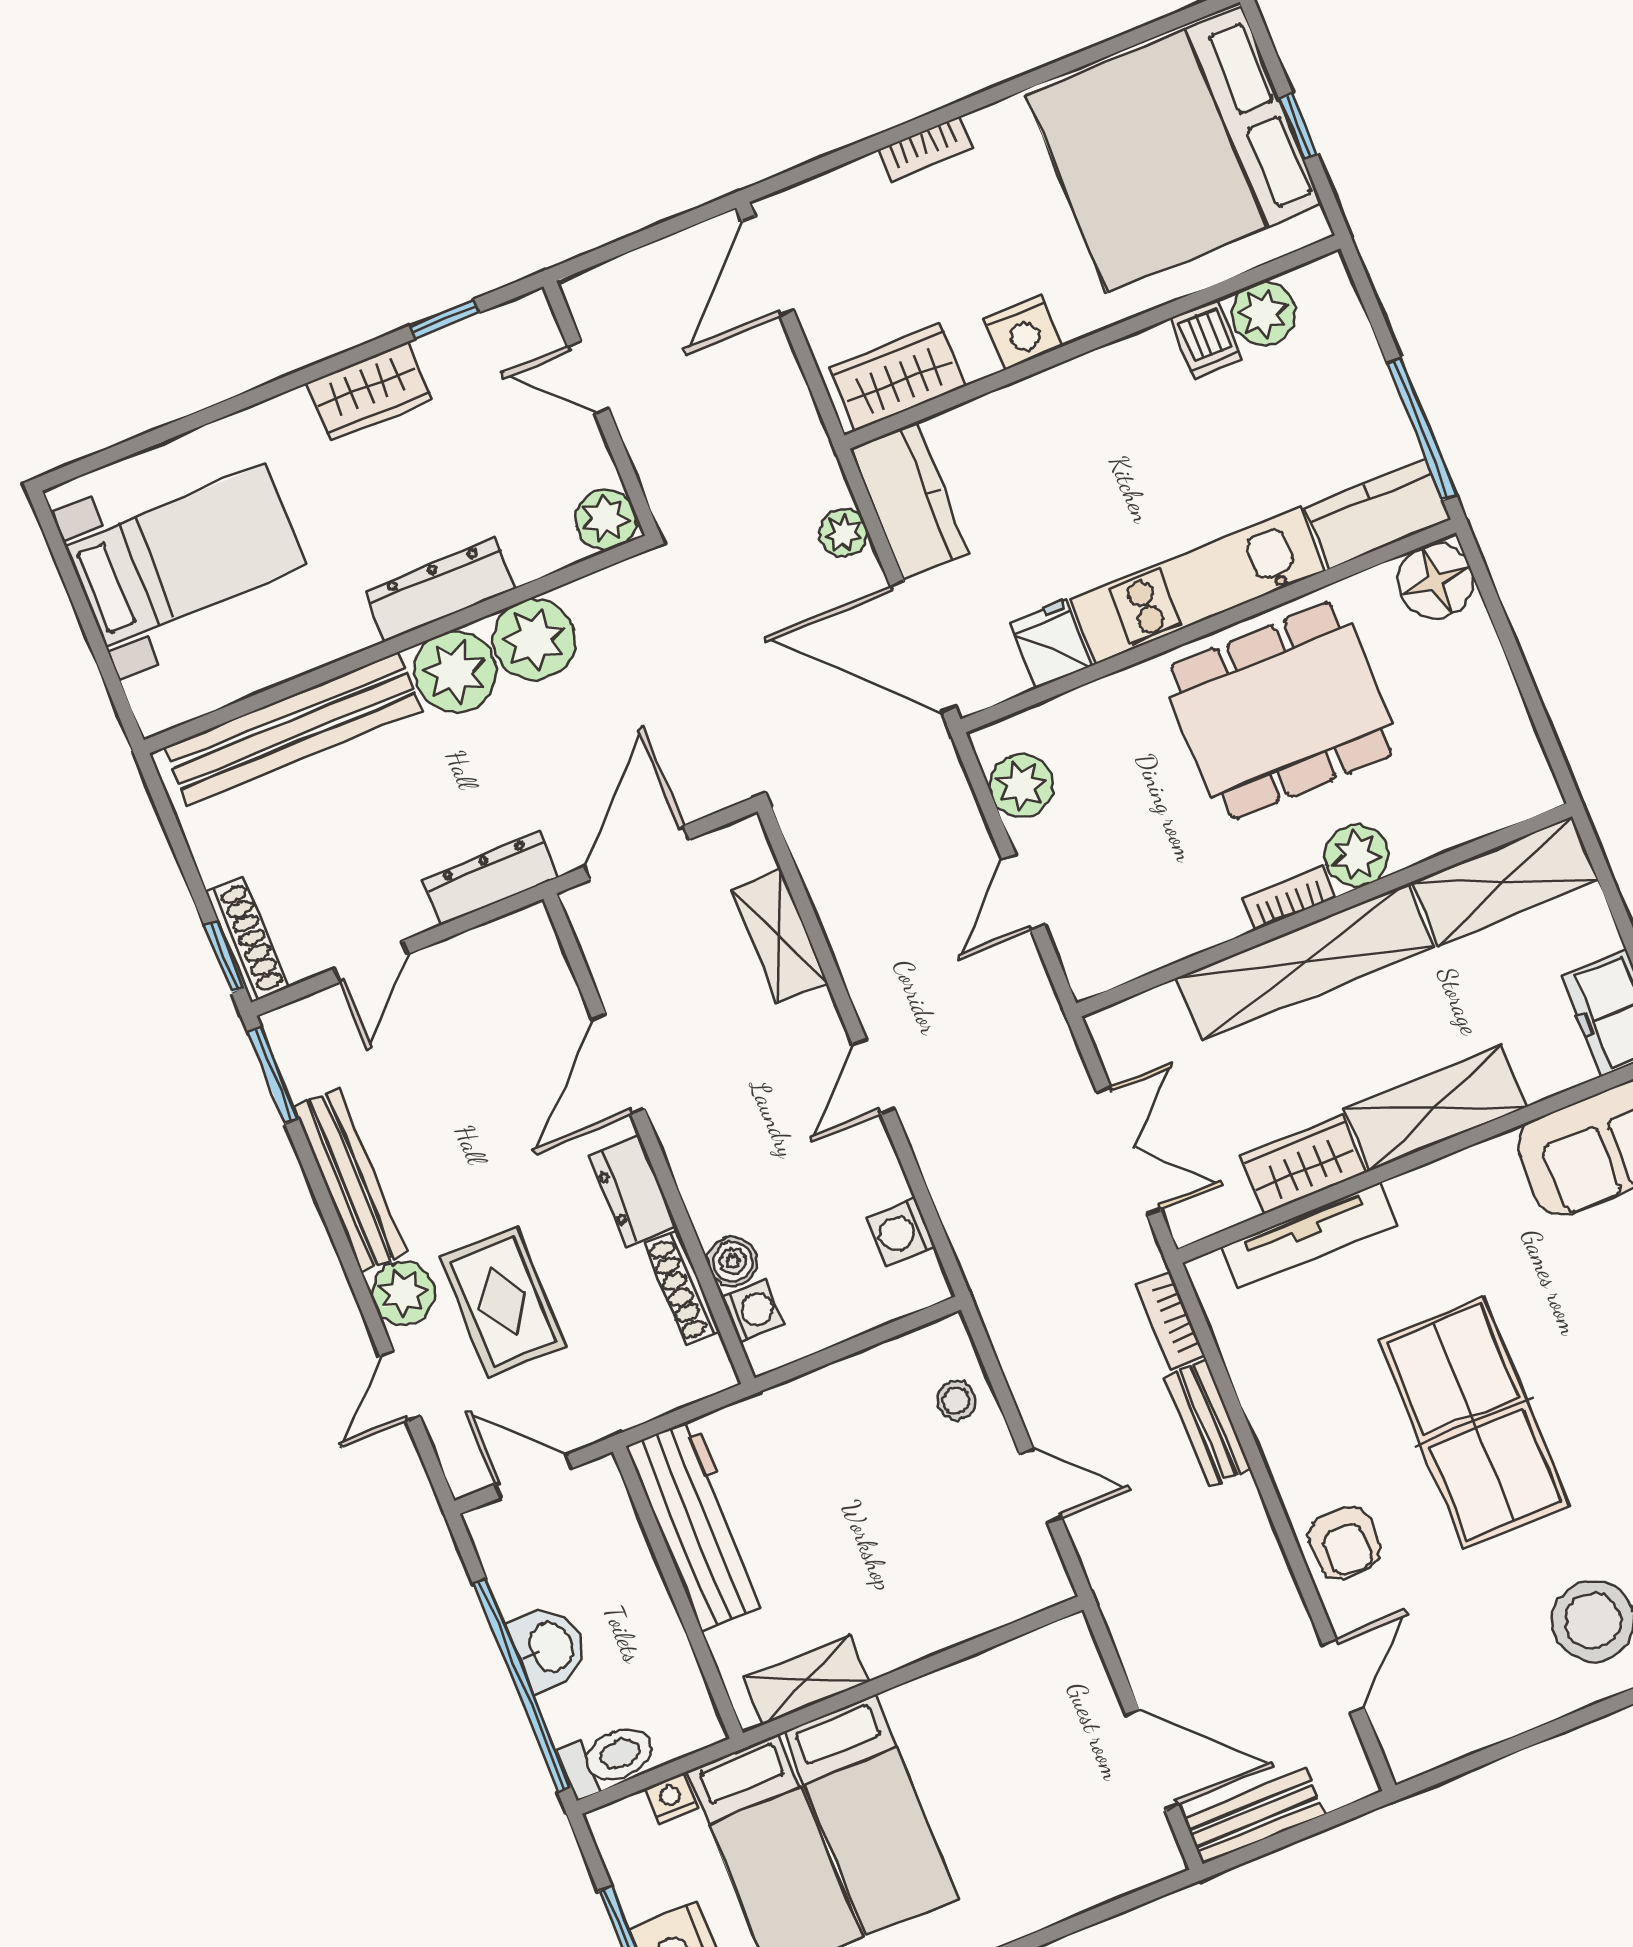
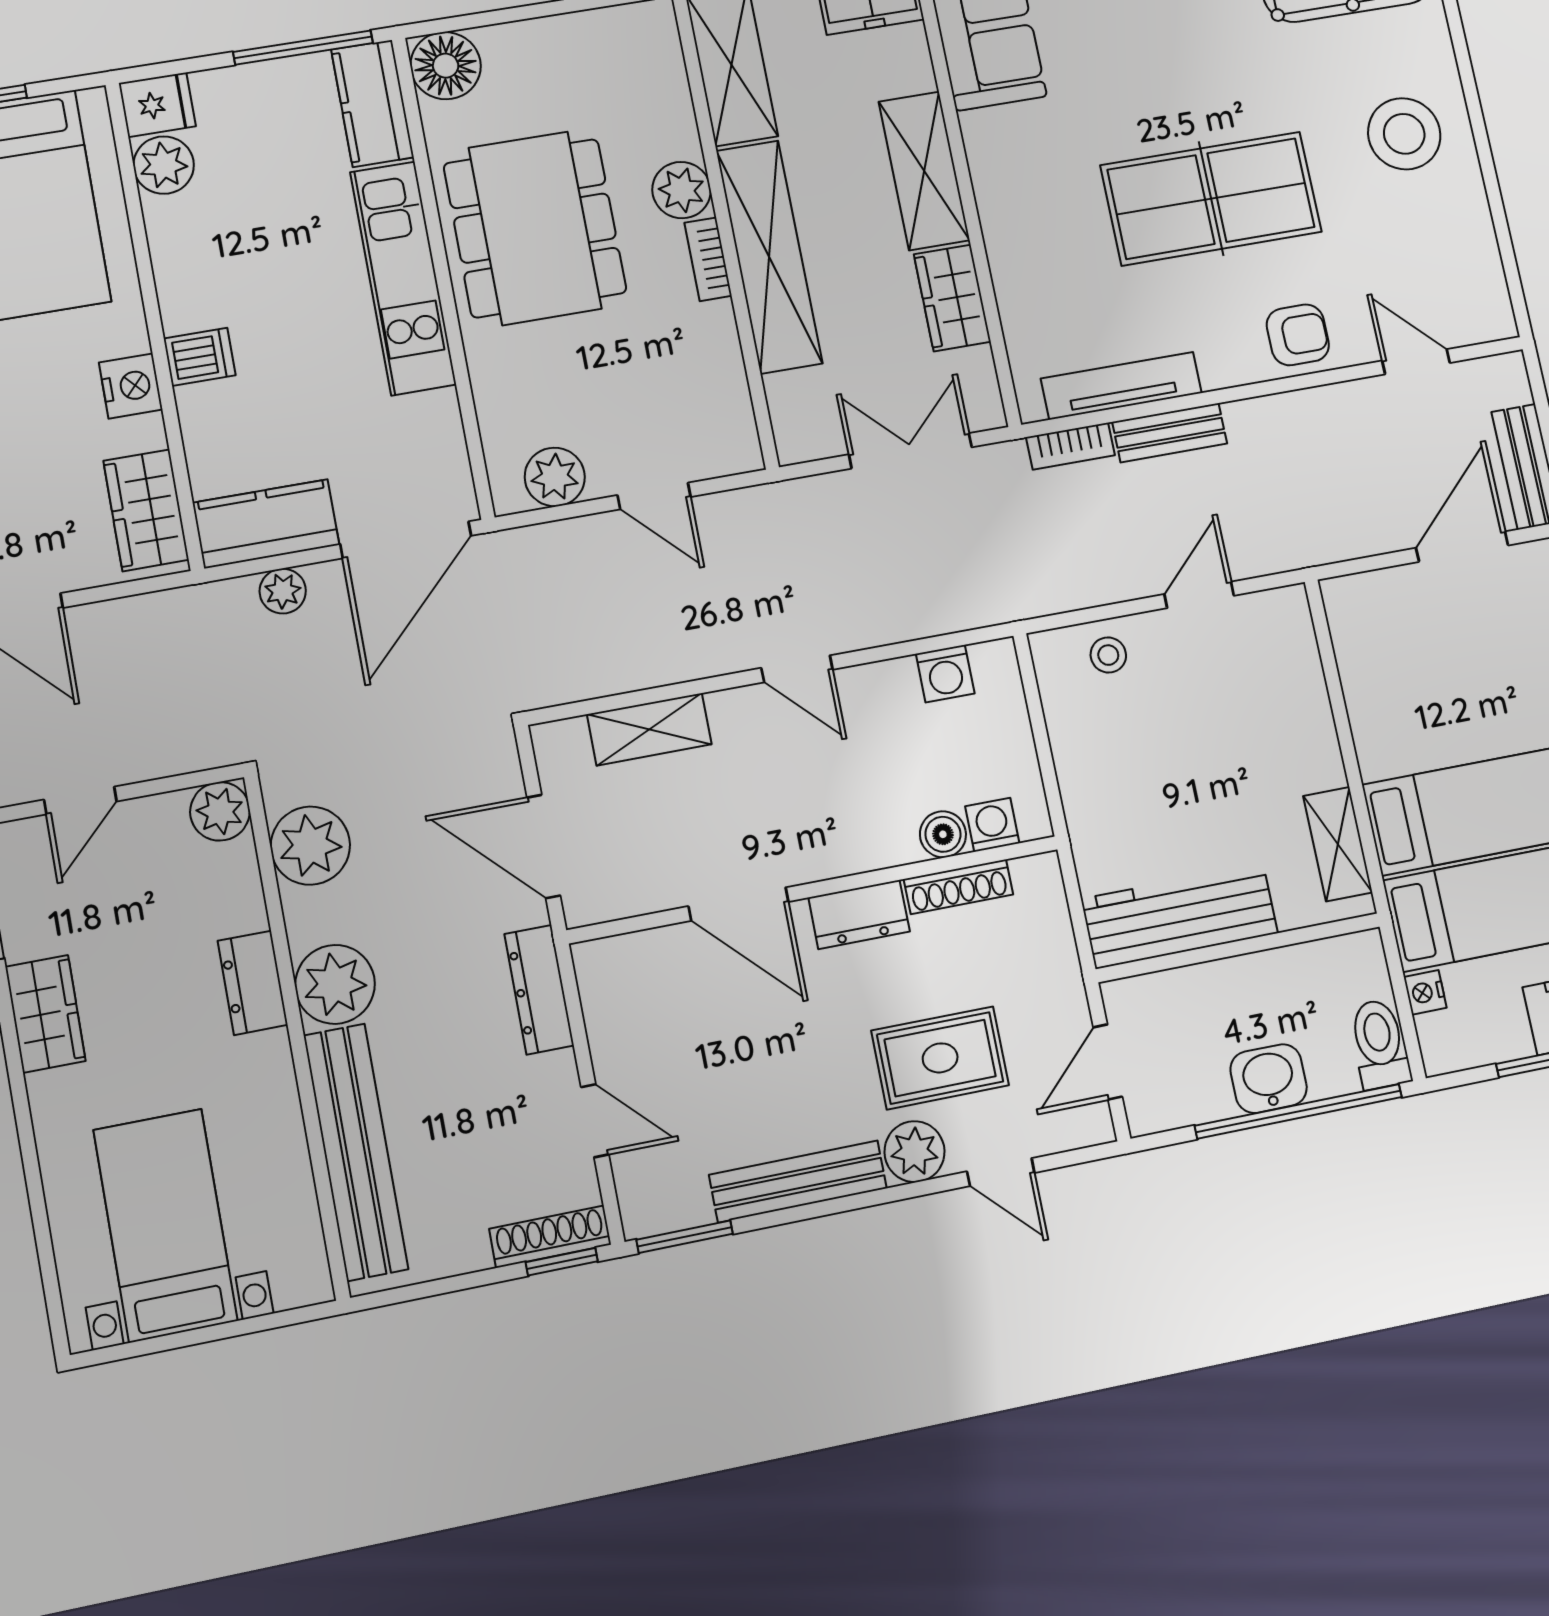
dishwasher: (1206, 339) -> (200, 357), moved
dresser: (441, 589) -> (253, 983), width x0.70
plant: (535, 640) -> (310, 846), moved
fridge: (1051, 644) -> (157, 105), moved, turned 180
tv unit: (1309, 1236) -> (1121, 386), moved, turned -90

